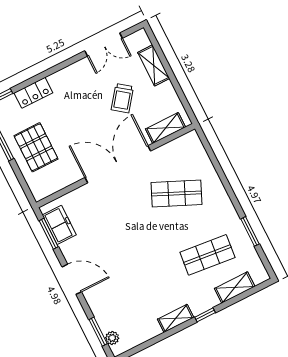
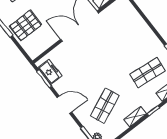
pallet: (36, 147) -> (25, 25), turned 90
shop shelf: (176, 194) -> (105, 106), moved, turned -48

